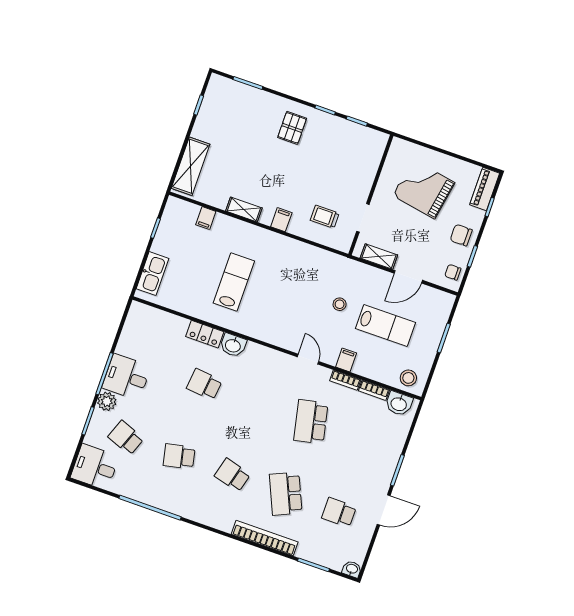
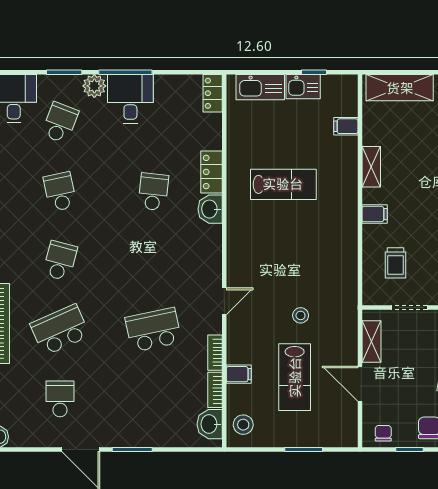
trolley: (325, 217) -> (396, 263), turned 180
kitchen sink: (164, 240) -> (303, 87), added
locker: (144, 312) -> (213, 93), added
filing cabinet: (346, 360) -> (239, 374), moved

